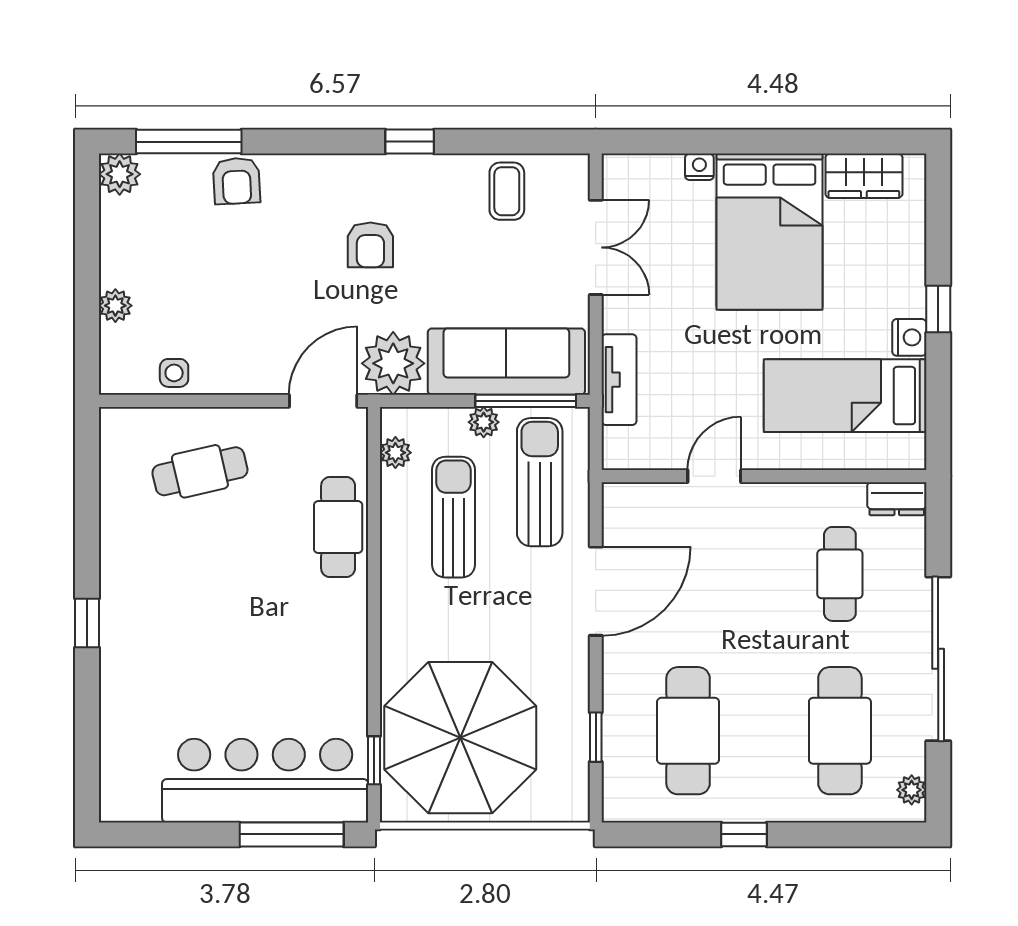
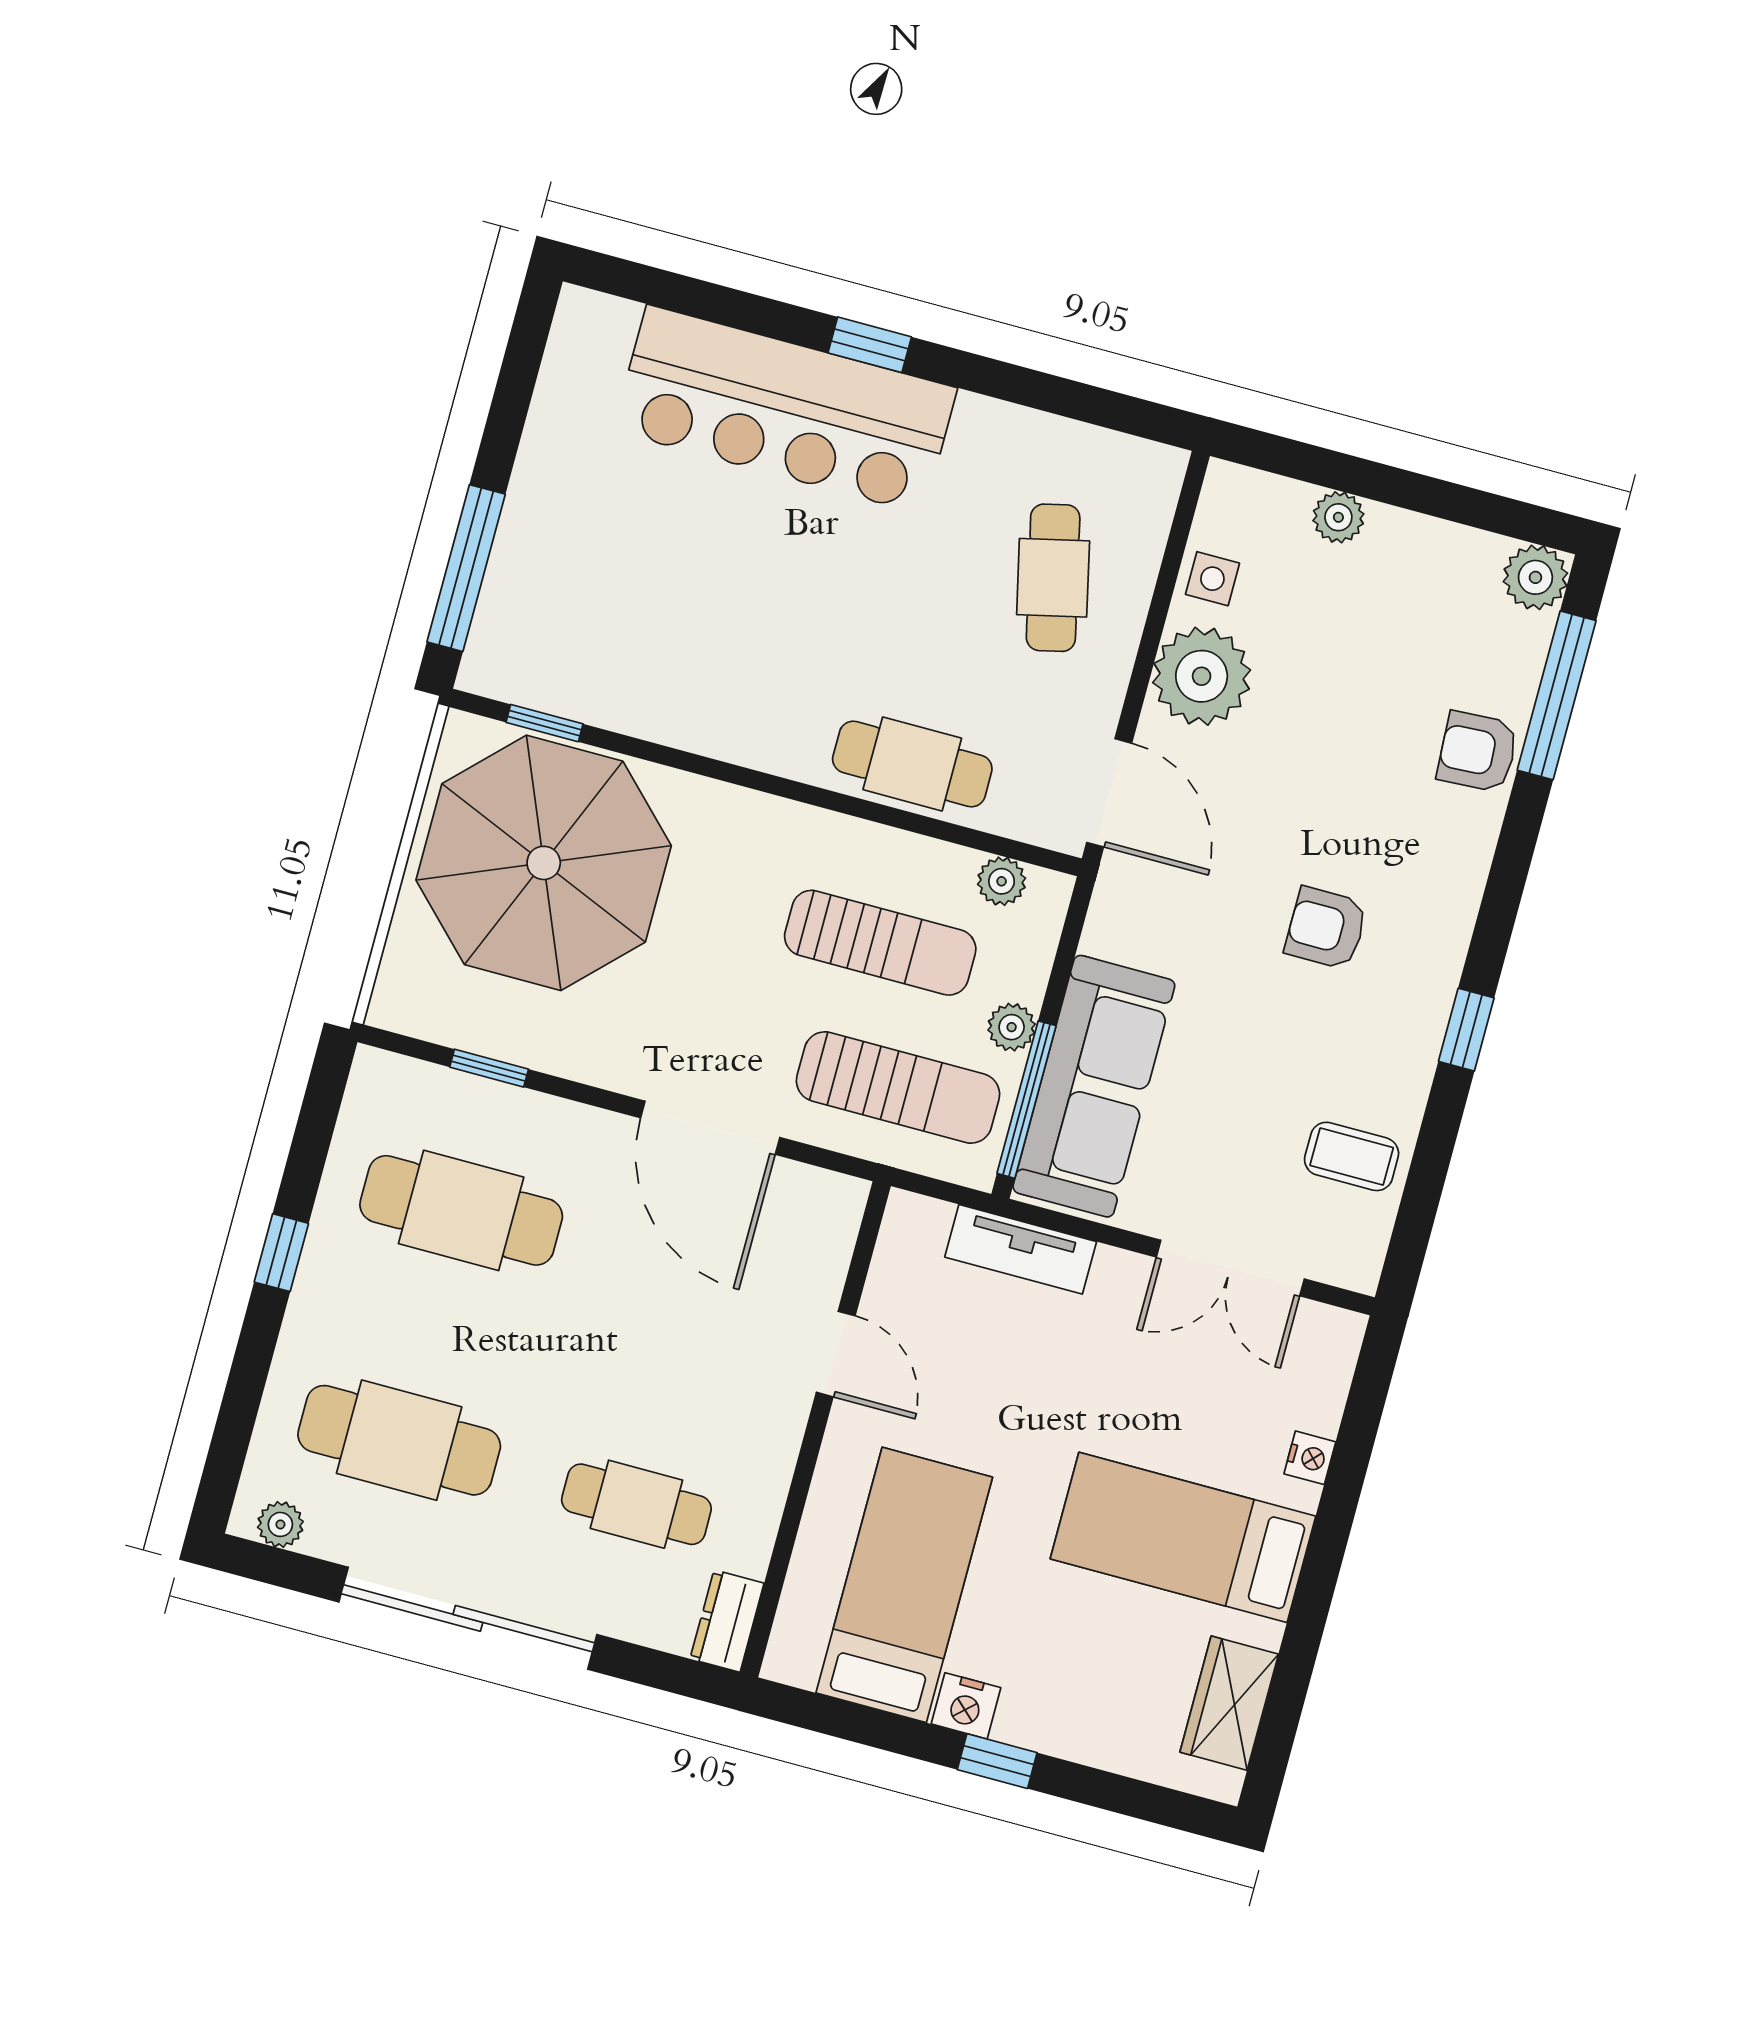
bed: (770, 232) -> (1183, 1537), width x0.67
plant: (393, 363) -> (1202, 676), moved
bar counter: (265, 781) -> (785, 409), moved, turned 90

